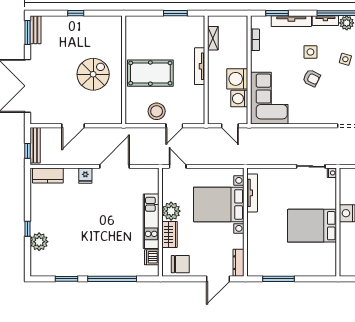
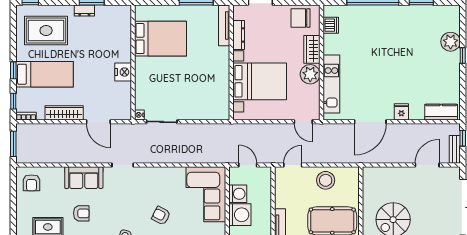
door: (73, 126) -> (427, 165), moved
door: (174, 126) -> (293, 165), moved
bench: (35, 145) -> (455, 149), width x0.73
tv unit: (252, 193) -> (224, 26), moved
kitchen unit: (151, 221) -> (331, 84), moved
bed: (312, 226) -> (160, 39), moved
dresser: (238, 263) -> (239, 35), moved

